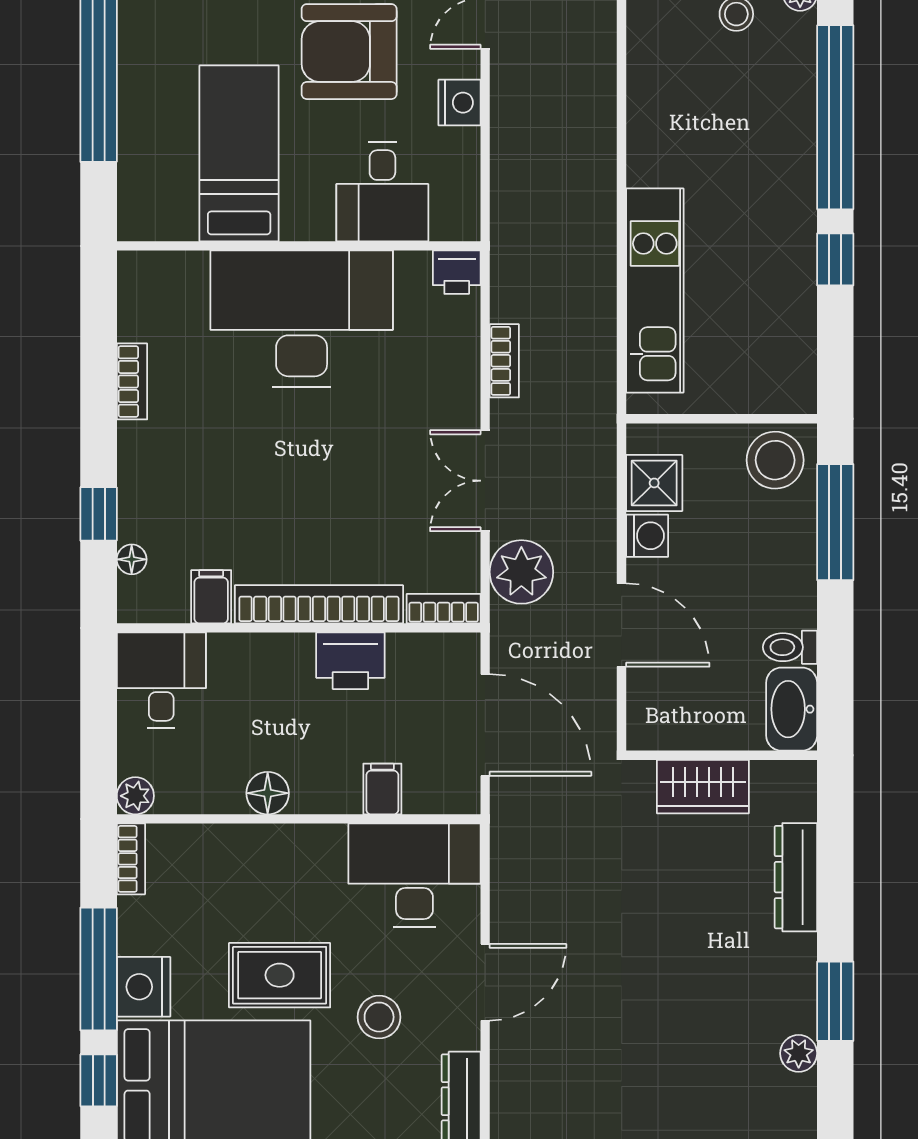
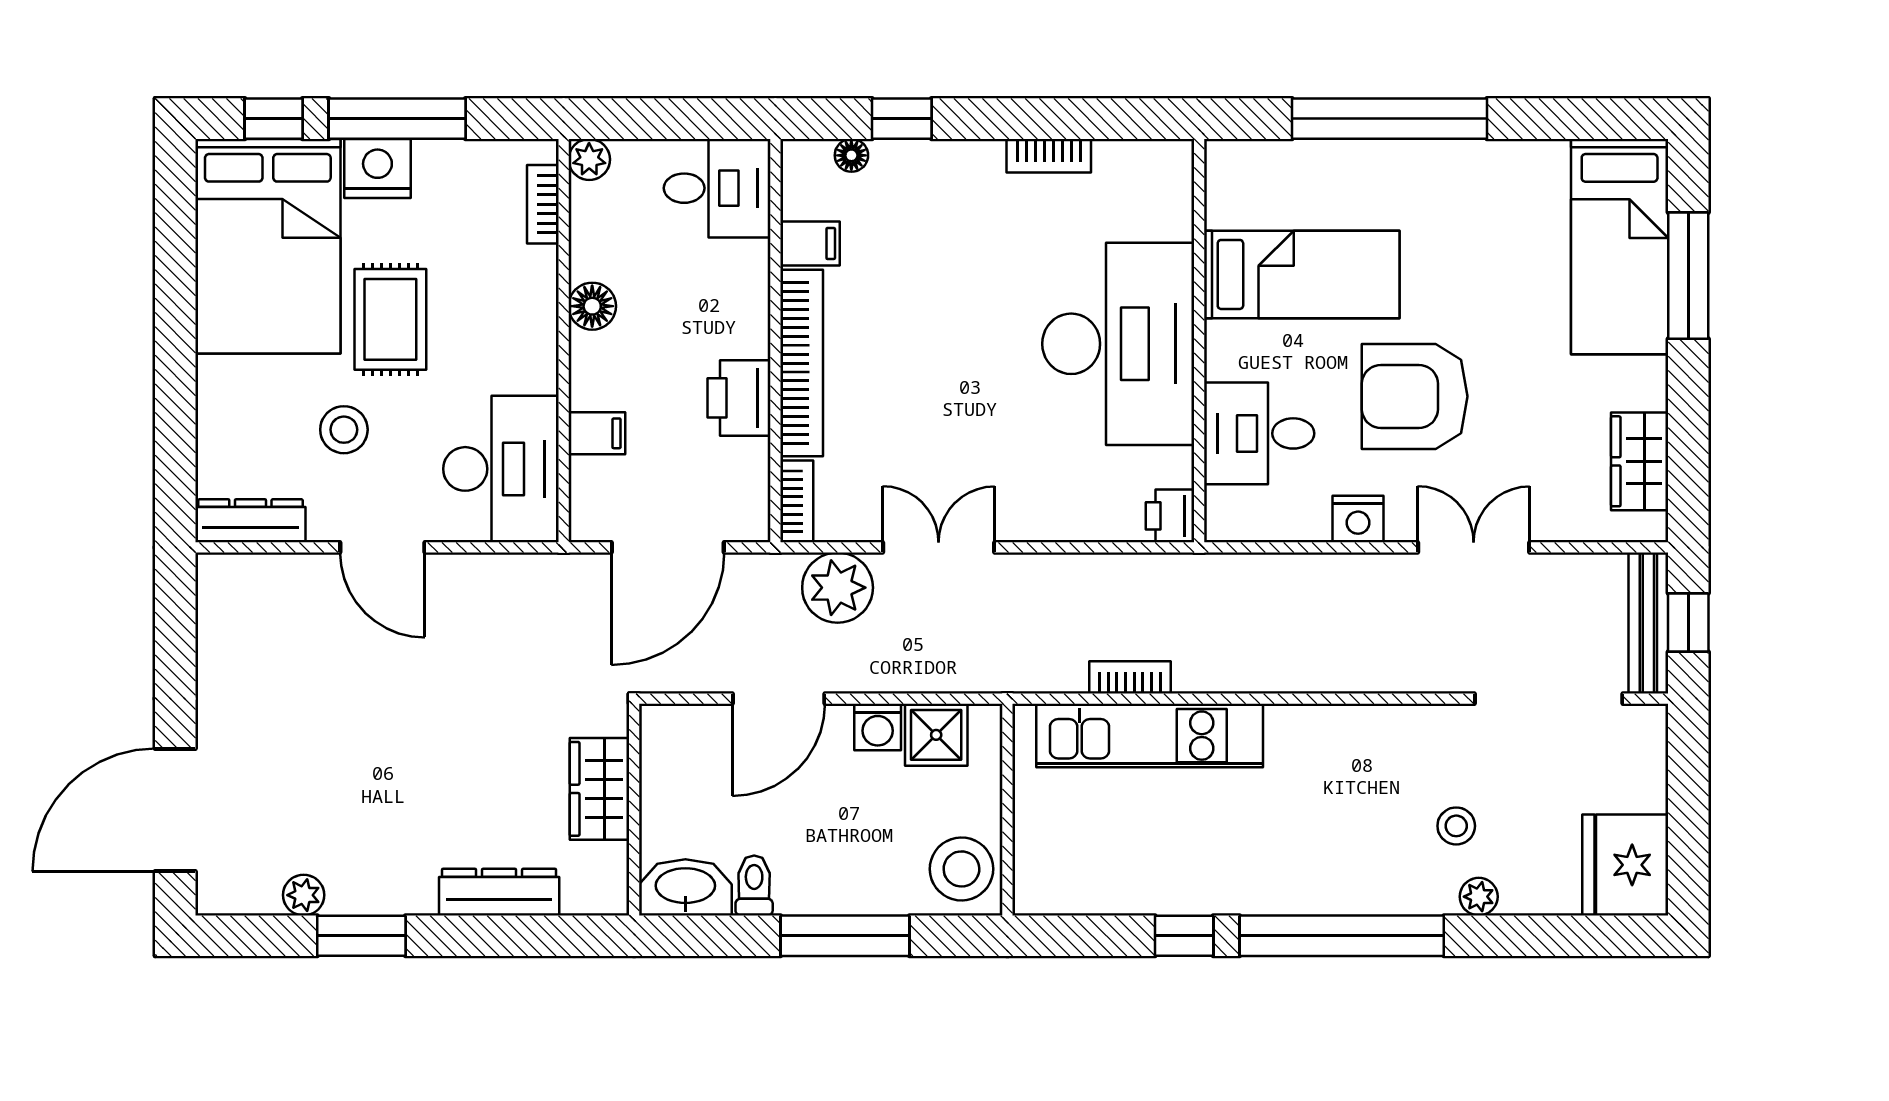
armchair: (349, 52) -> (1415, 396), turned -90
bookcase: (504, 361) -> (1130, 677), moved, turned 180
window: (835, 522) -> (845, 936), moved
bookcase: (131, 859) -> (543, 204), moved, turned 90

